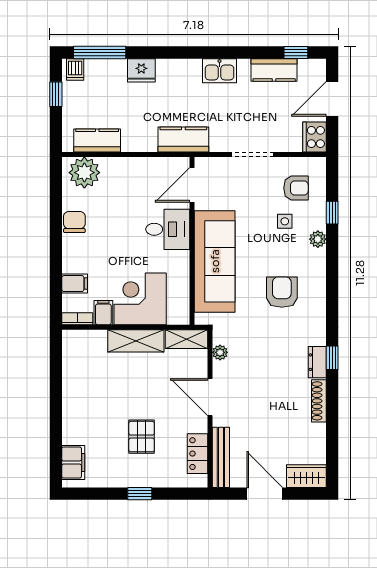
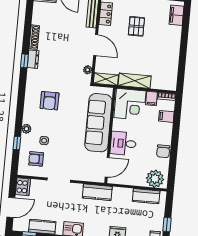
door: (192, 185) -> (107, 167), moved
desk: (168, 229) -> (123, 143), moved
wall: (192, 241) -> (110, 136), moved
sofa: (215, 261) -> (98, 123), moved

